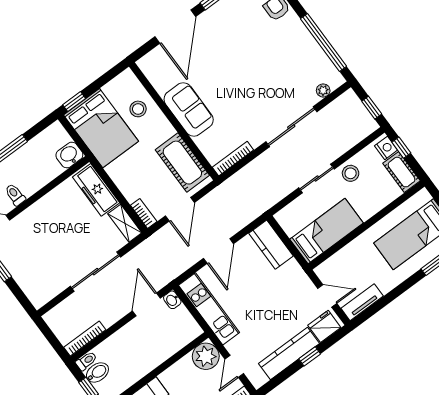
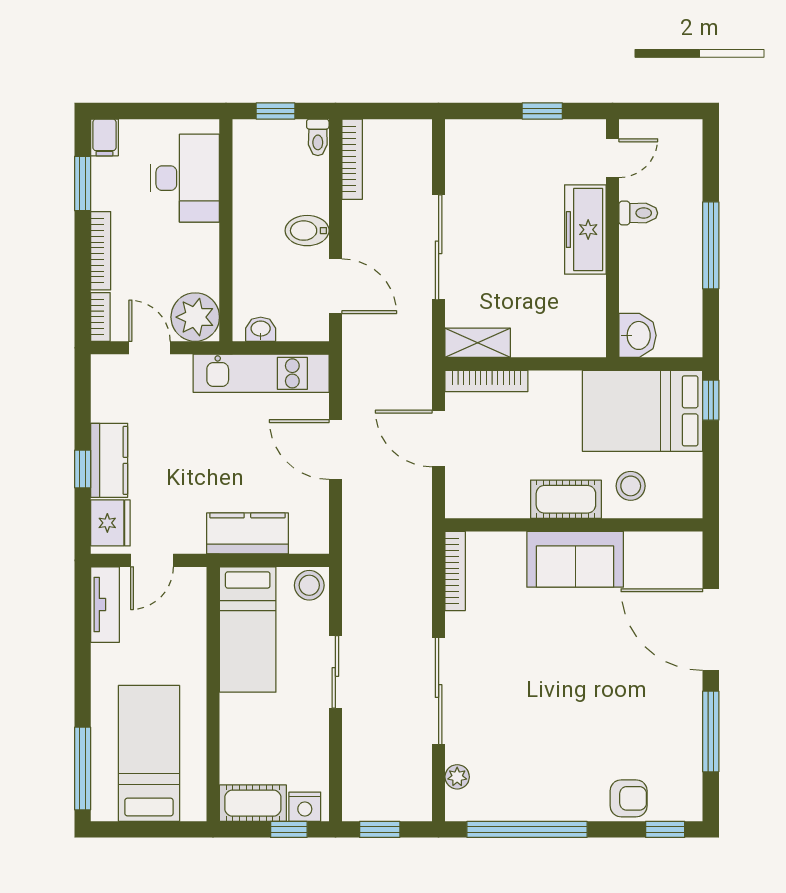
cot: (182, 163) -> (566, 499), moved, width x0.73, depth x0.75
stool: (351, 173) -> (309, 585), moved
freezer: (96, 190) -> (585, 230), moved, turned -90
bookcase: (144, 213) -> (486, 381), width x1.56
kitchen counter: (271, 245) -> (247, 533), moved
washbasin: (172, 300) -> (261, 329), moved
kitchen counter: (289, 354) -> (109, 460), width x0.67
bidet: (97, 372) -> (307, 231), moved, turned 90

